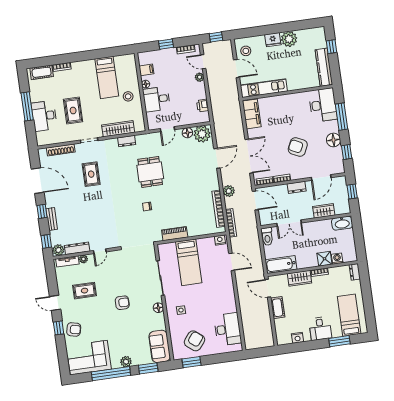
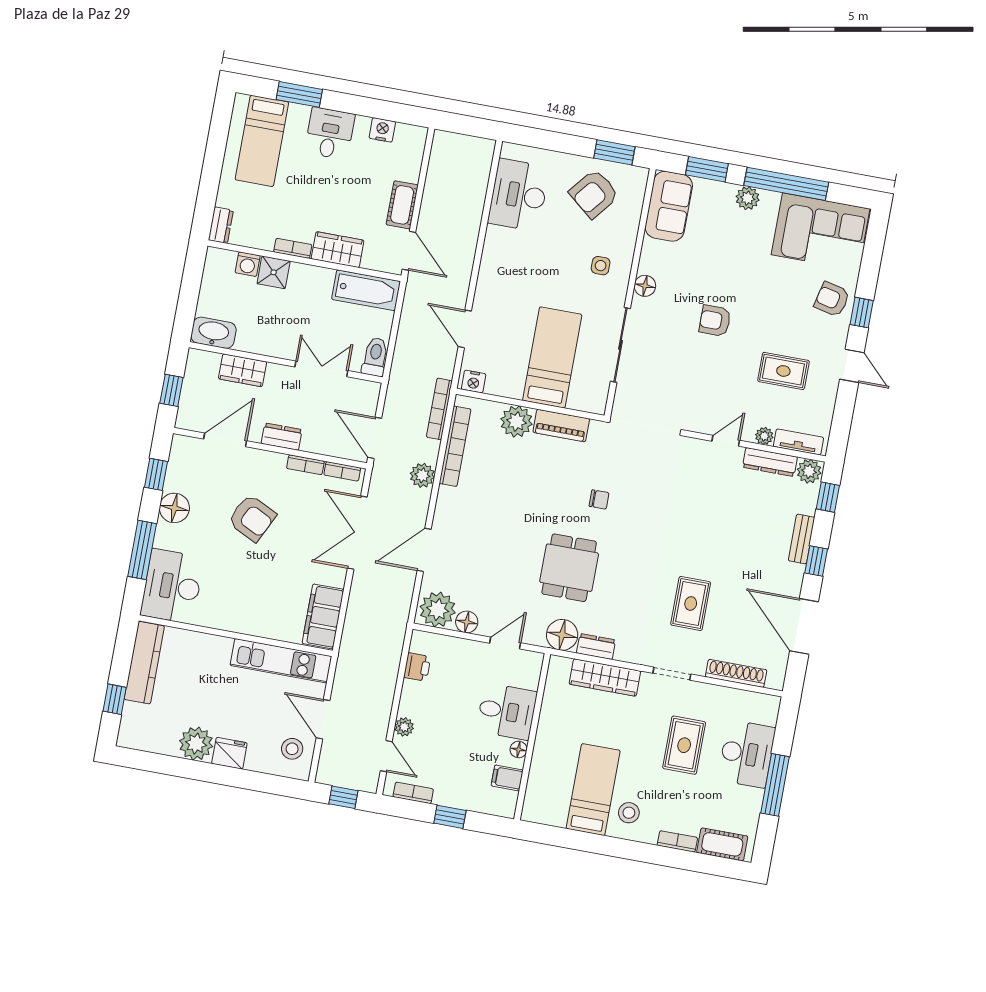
stool: (128, 96) -> (629, 813), moved
floor lamp: (143, 141) -> (562, 635), added
plant: (195, 229) -> (517, 422), added

